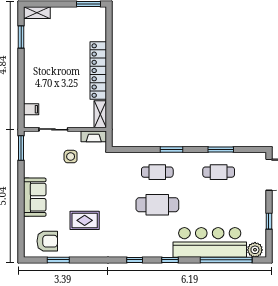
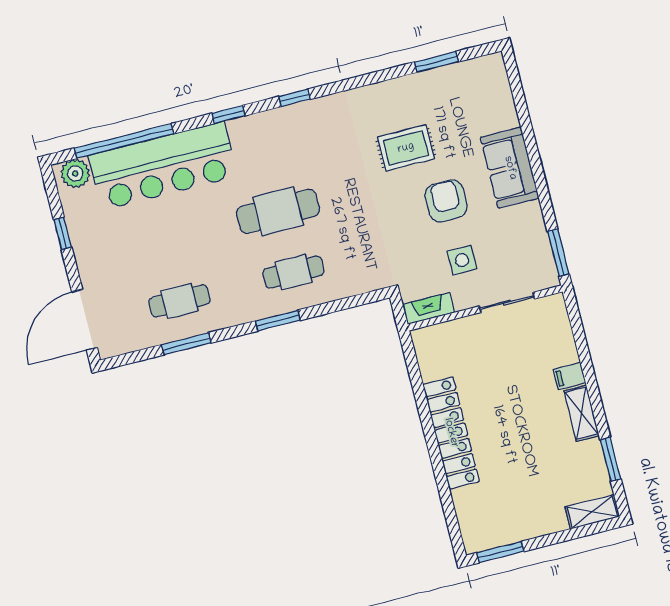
filing cabinet: (31, 109) -> (569, 376), moved
shelving: (100, 114) -> (581, 413), moved
armchair: (47, 241) -> (446, 201), moved, turned 90

